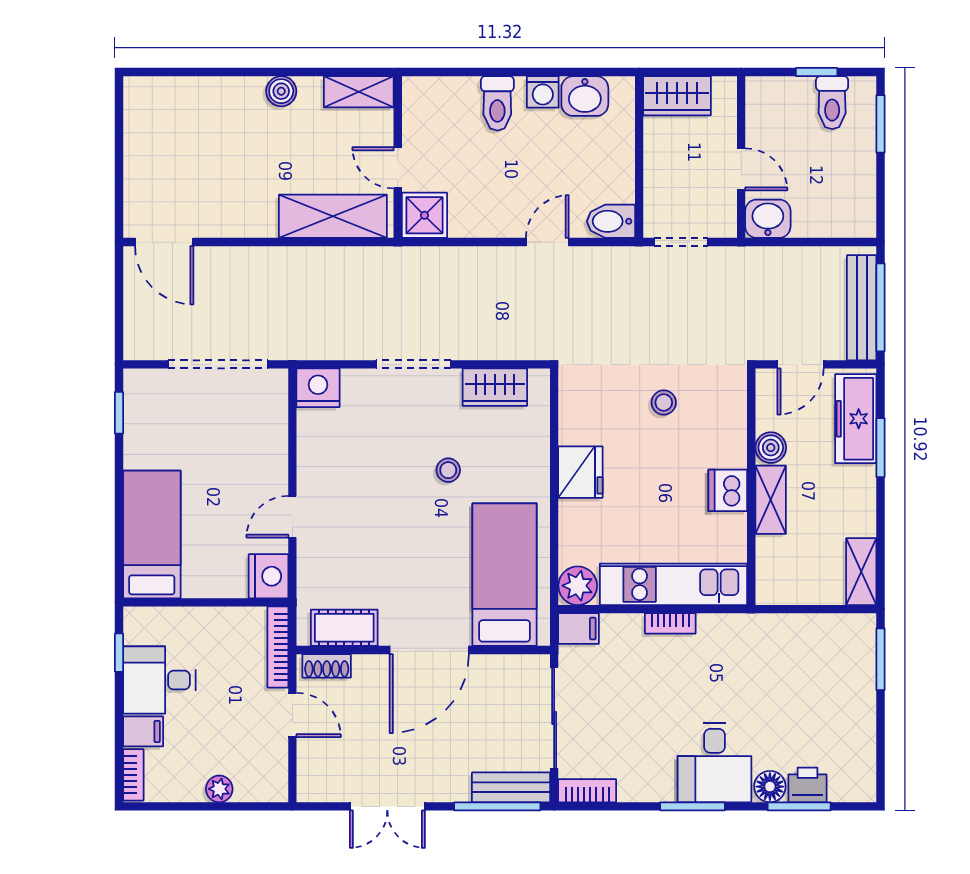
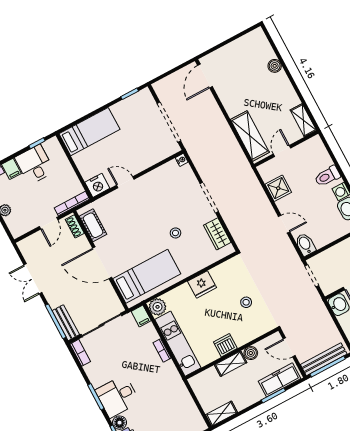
boiler: (281, 91) -> (275, 66), moved
shower: (424, 215) -> (278, 188), moved
nightstand: (318, 388) -> (182, 160), width x0.53, depth x0.56

